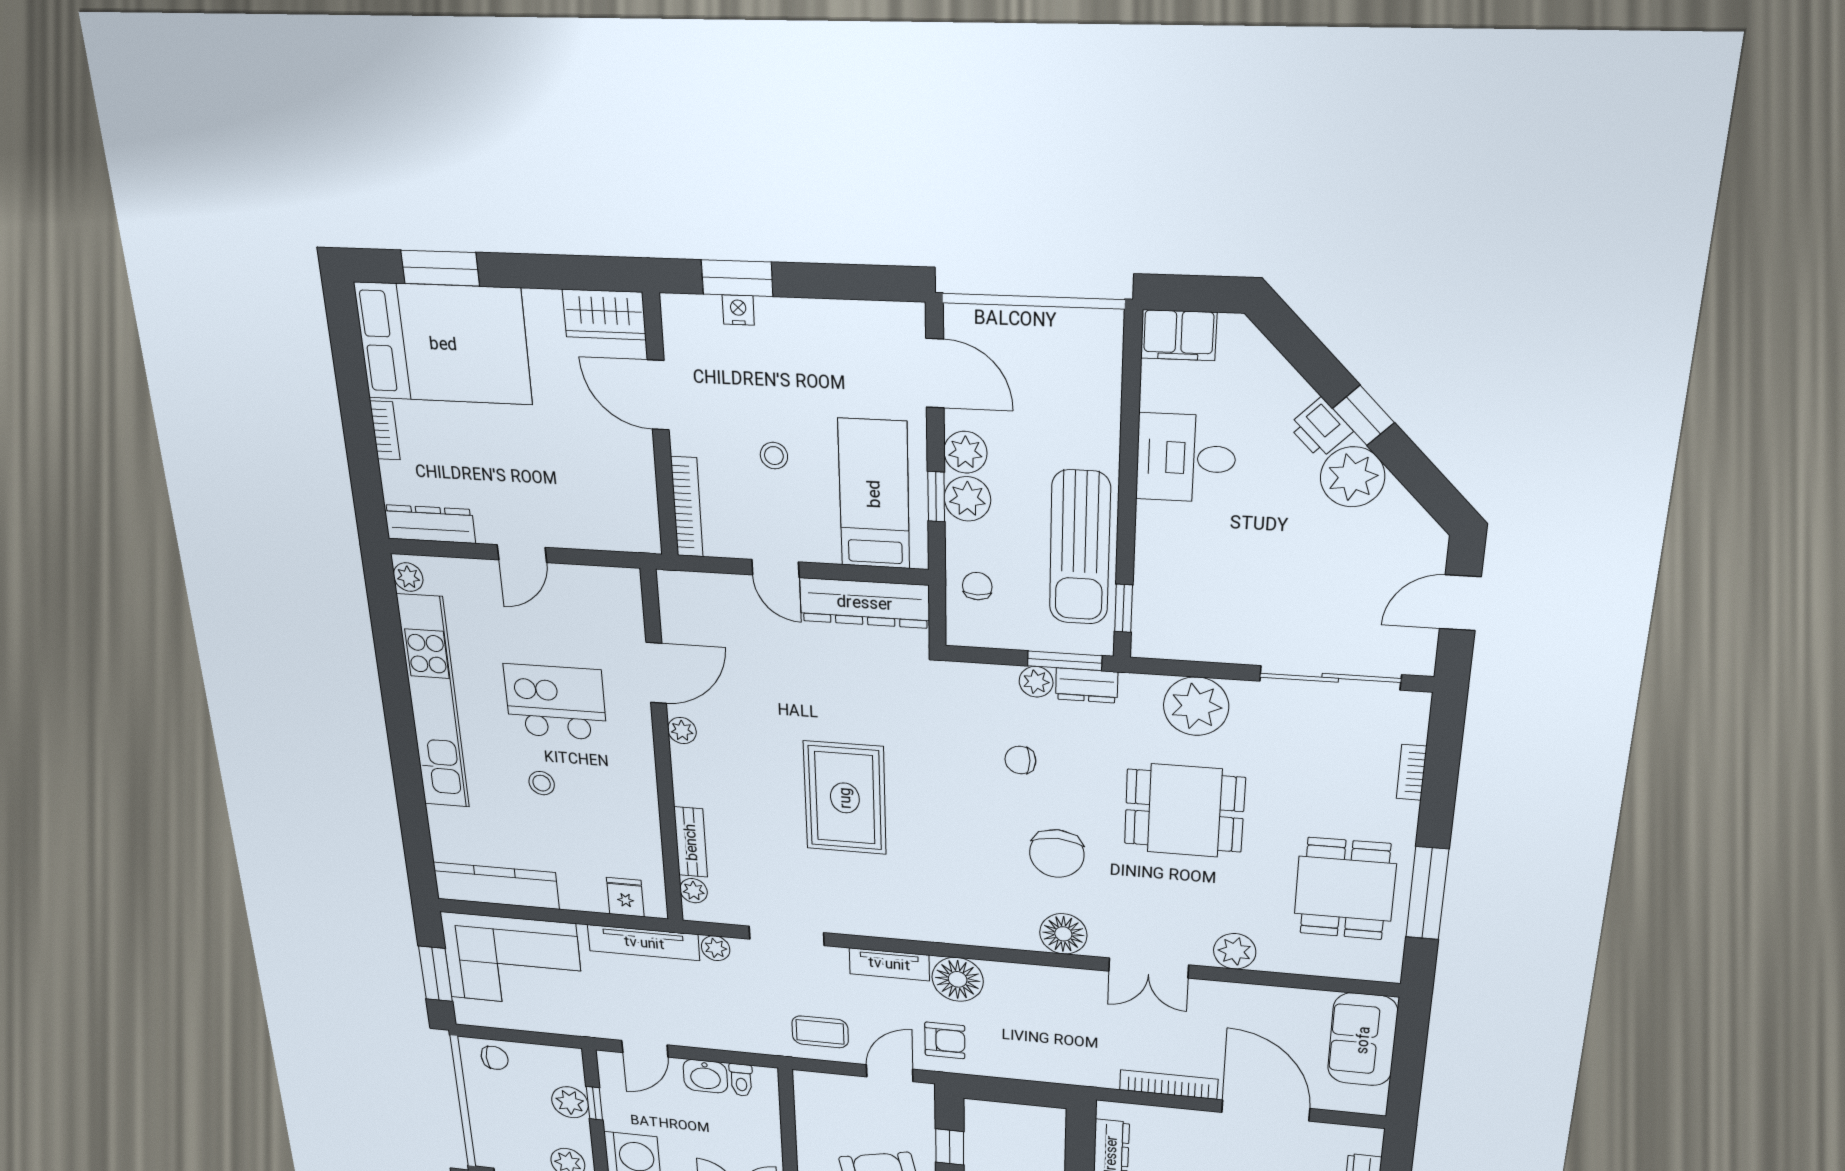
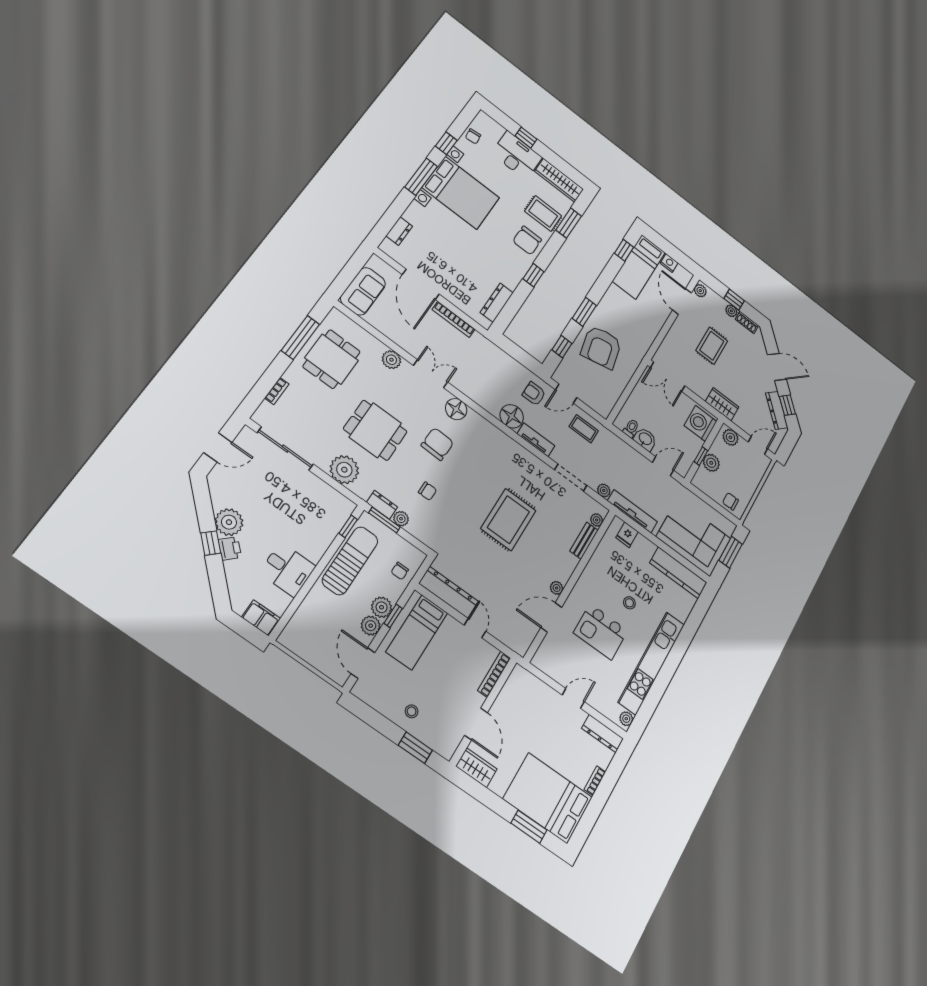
nightstand: (738, 310) -> (423, 736), removed
stool: (774, 456) -> (412, 711), moved

